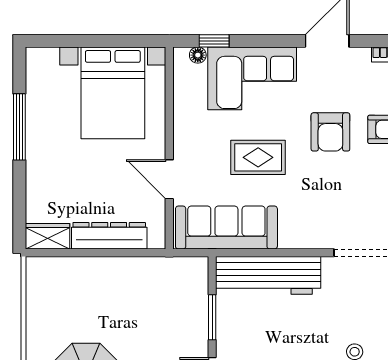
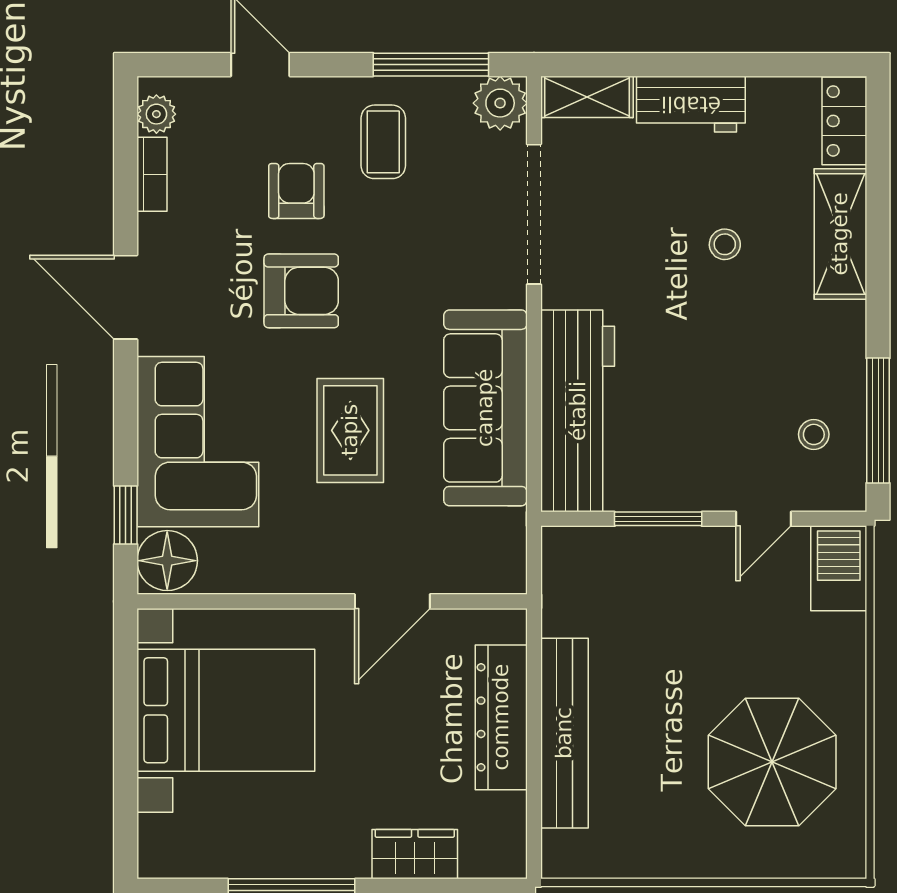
floor lamp: (198, 55) -> (167, 561), width x1.89, depth x1.89
sofa: (226, 228) -> (485, 408), moved
wardrobe: (47, 236) -> (415, 854), moved, turned 90
bench: (101, 269) -> (564, 733), added

